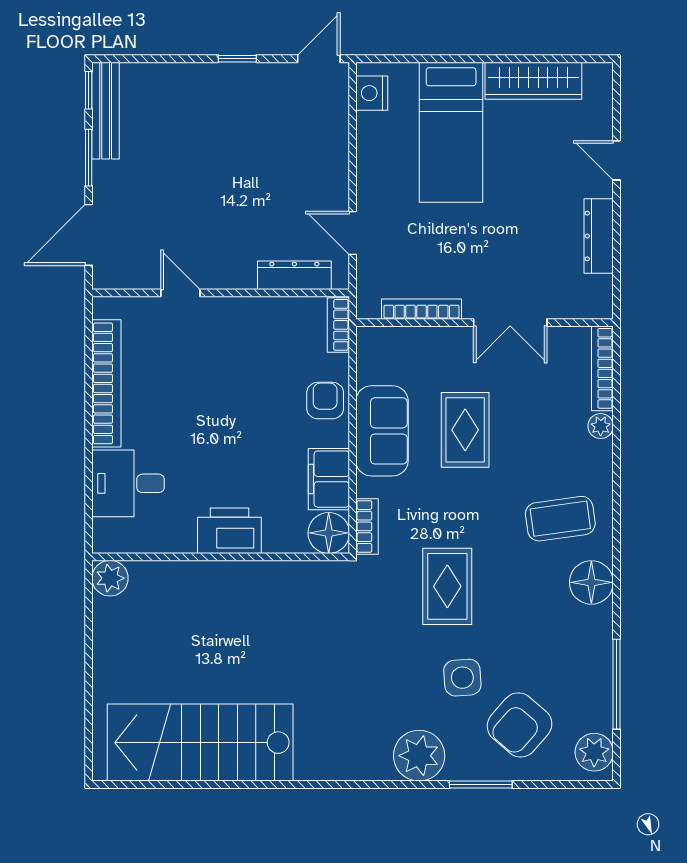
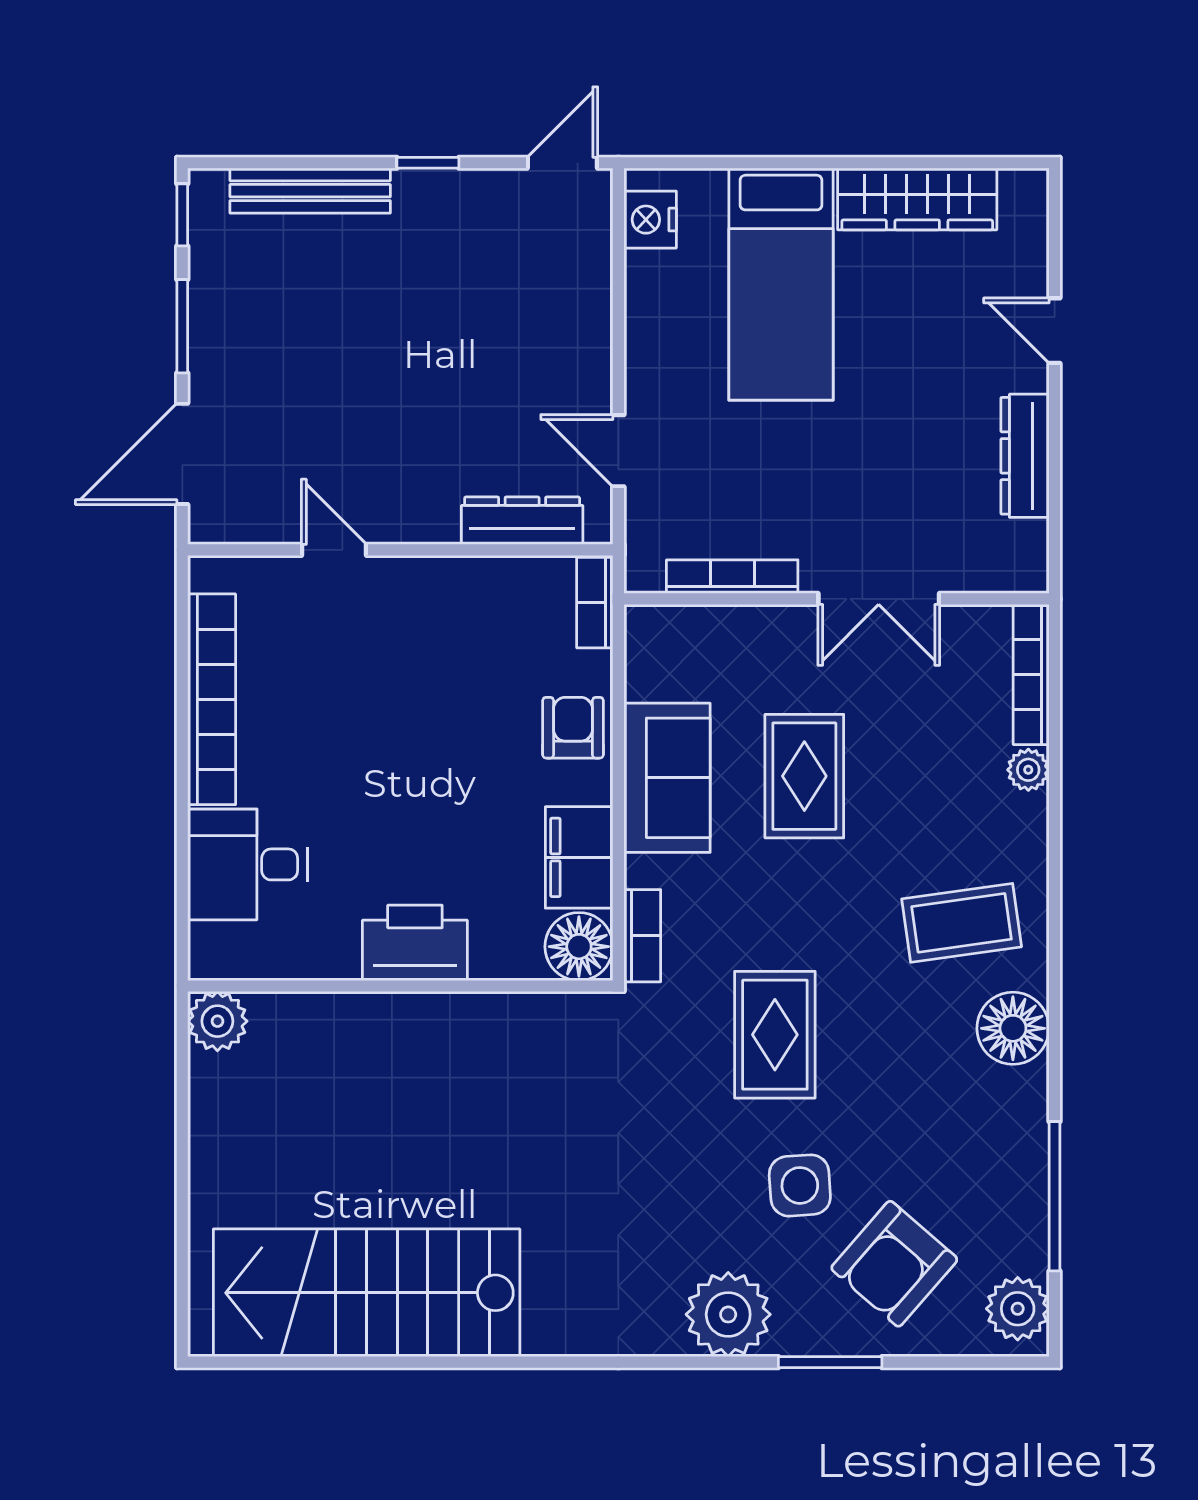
bench: (106, 111) -> (310, 191), moved, turned 90

